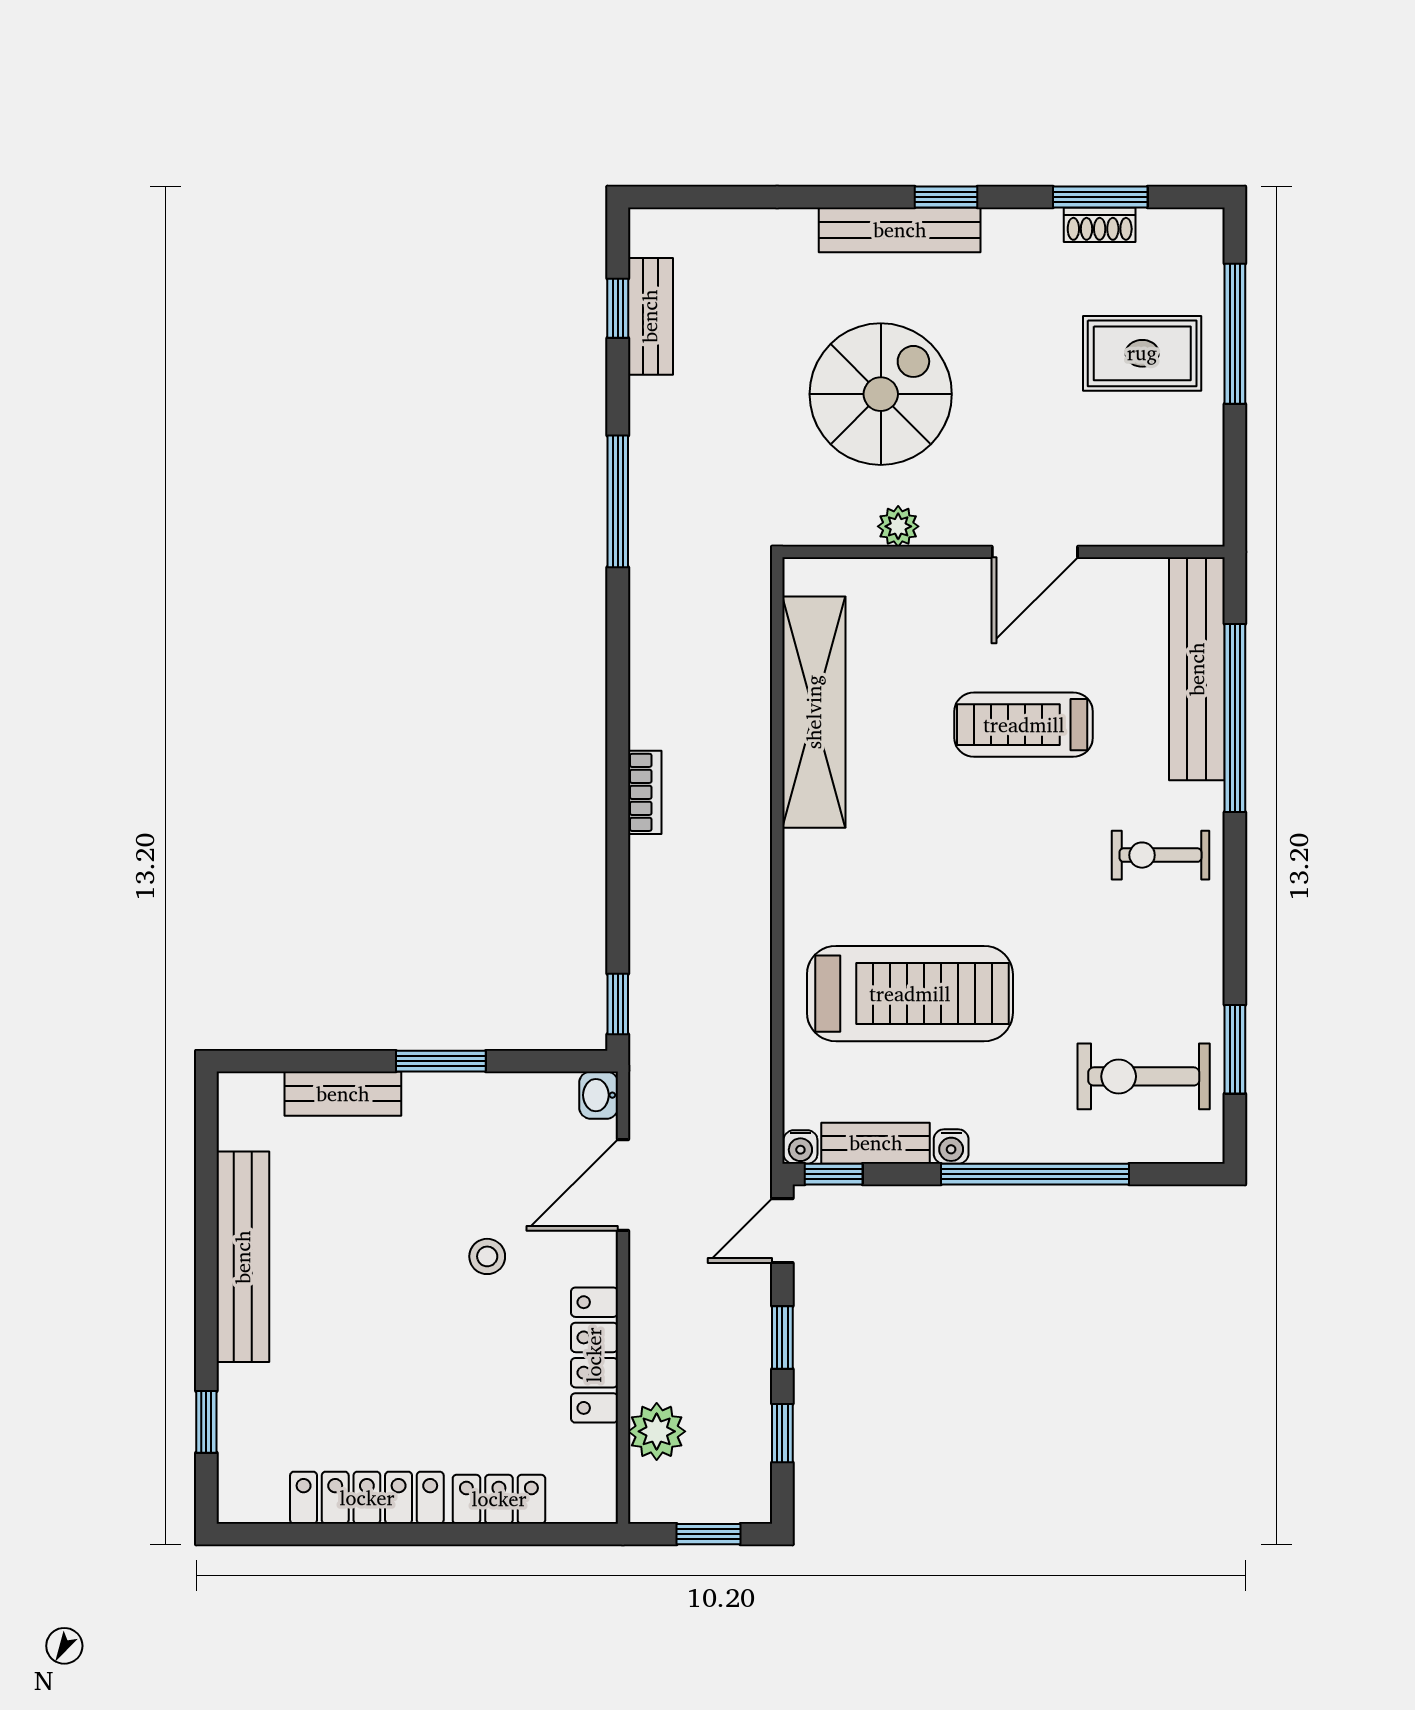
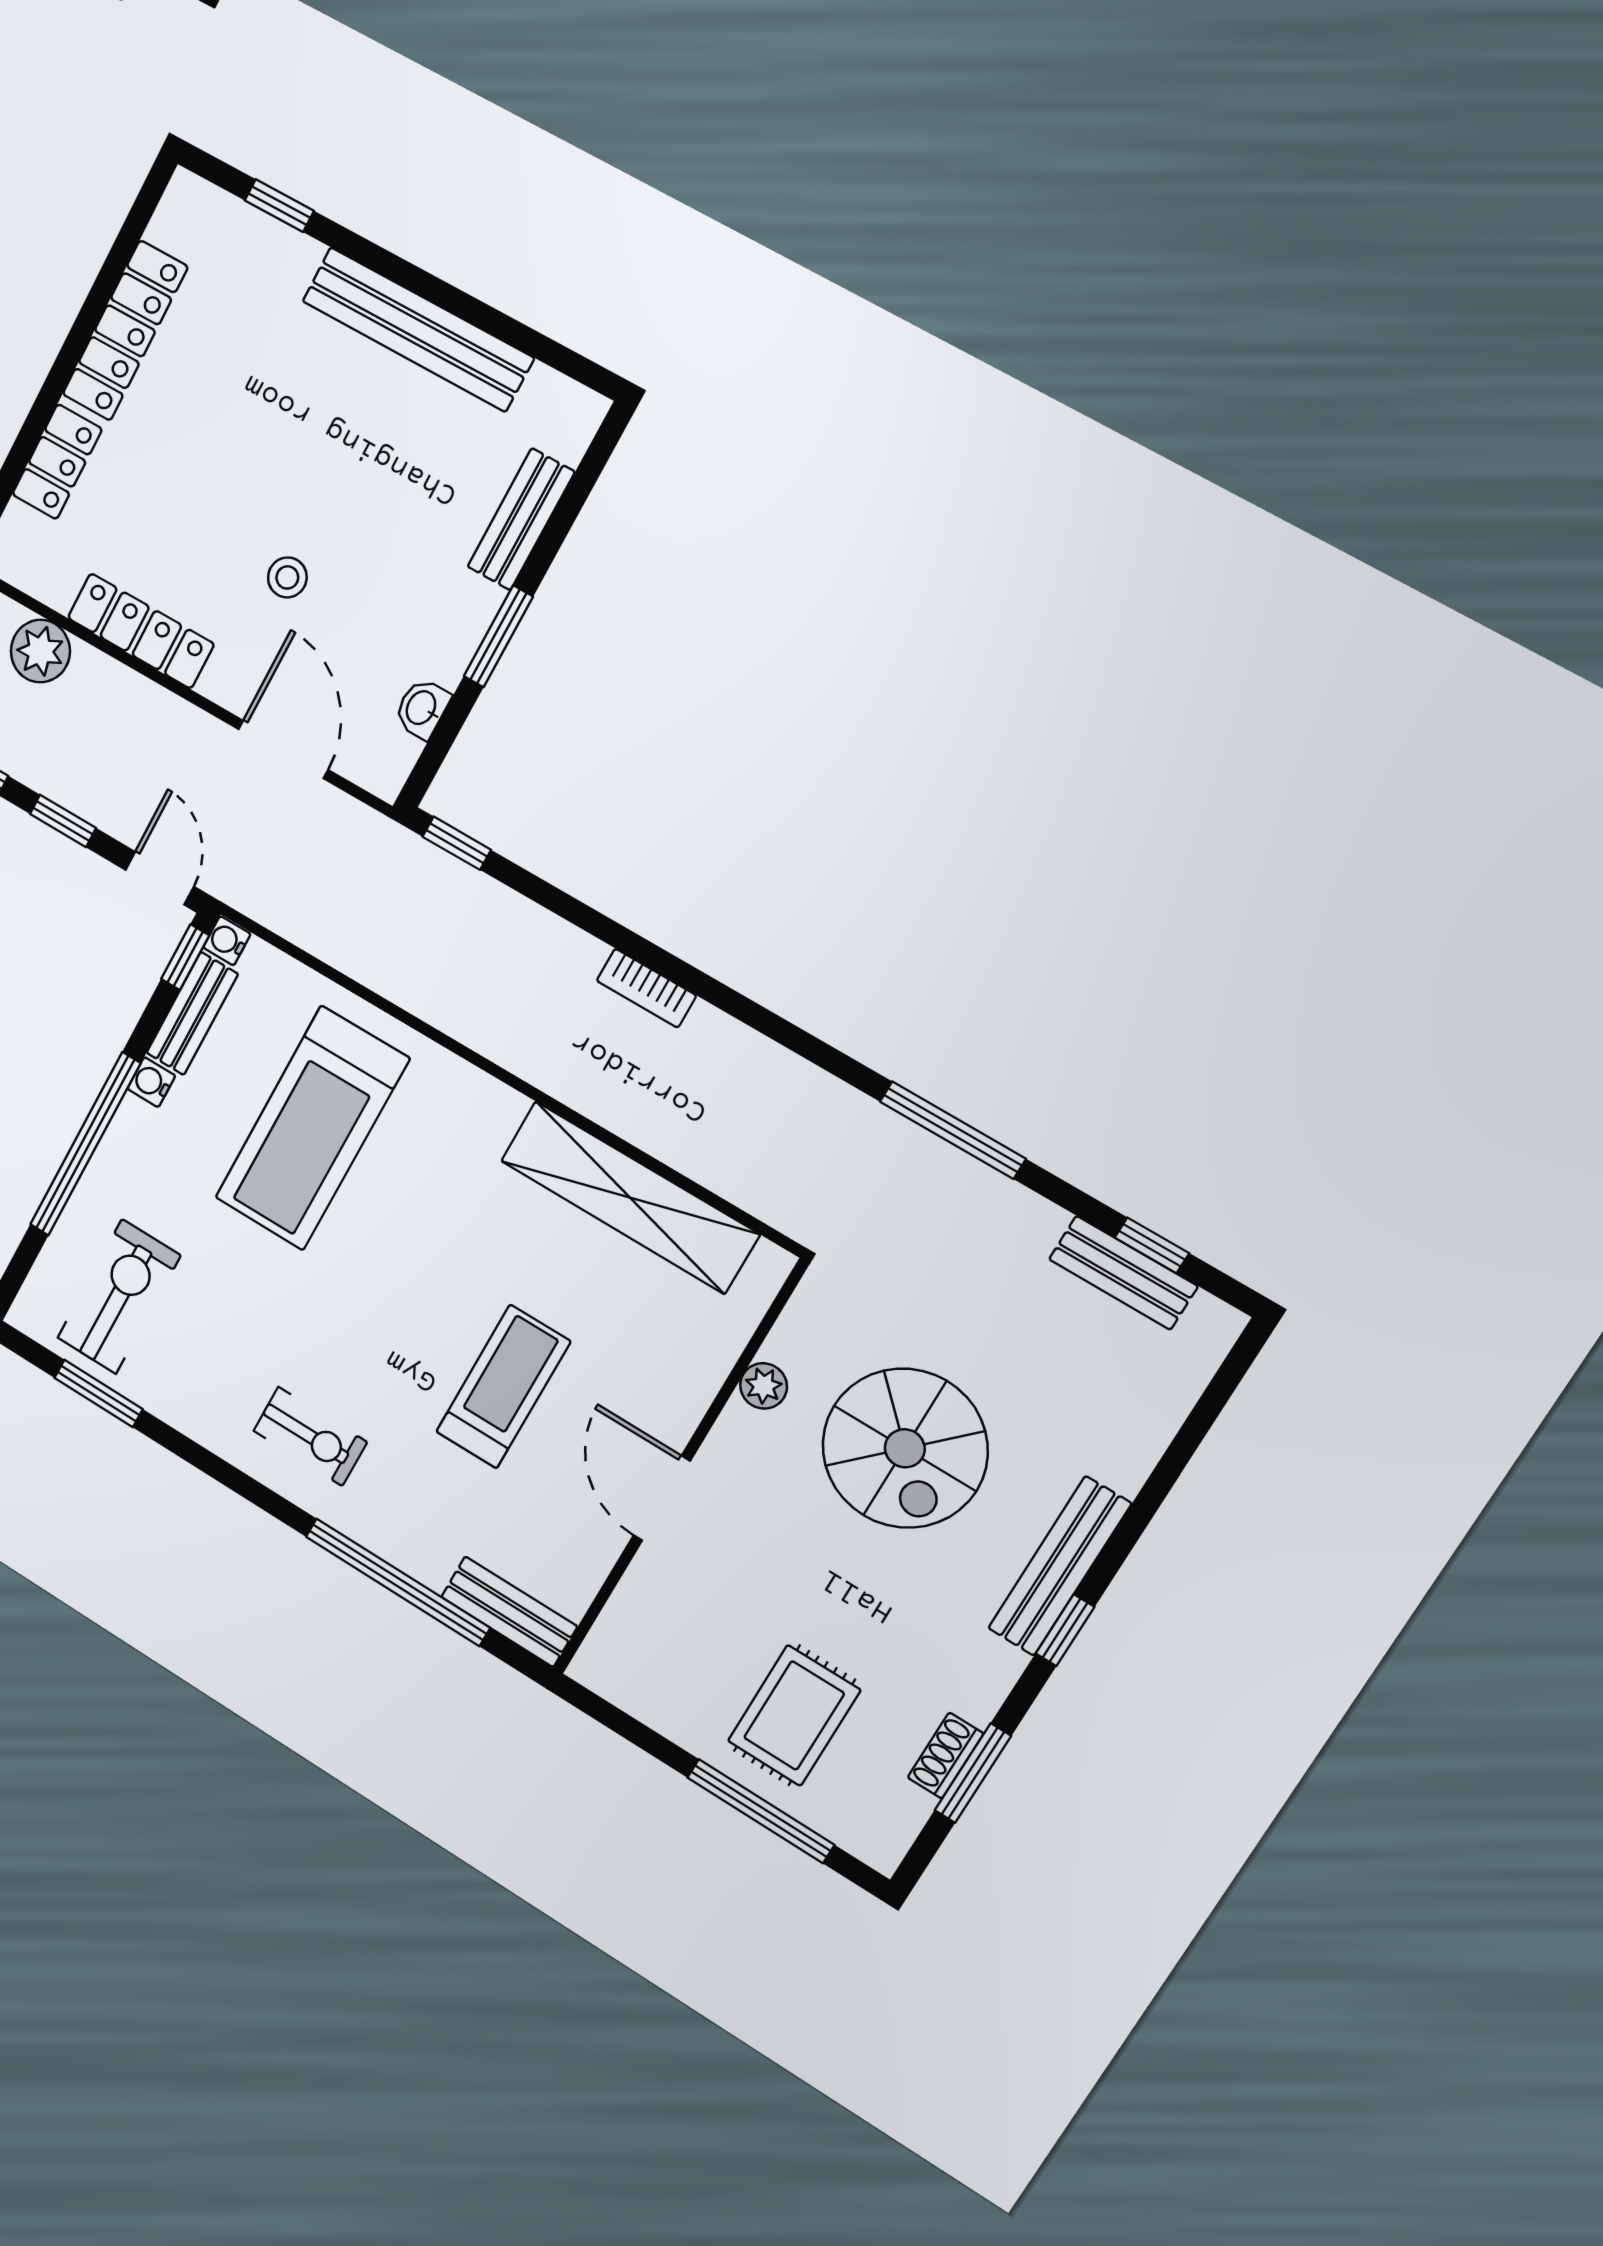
bench: (1197, 669) -> (509, 1612), width x0.54, depth x0.82
exercise bike: (1160, 855) -> (310, 1436), turned 90
washbasin: (599, 1095) -> (422, 708), moved, turned -90

